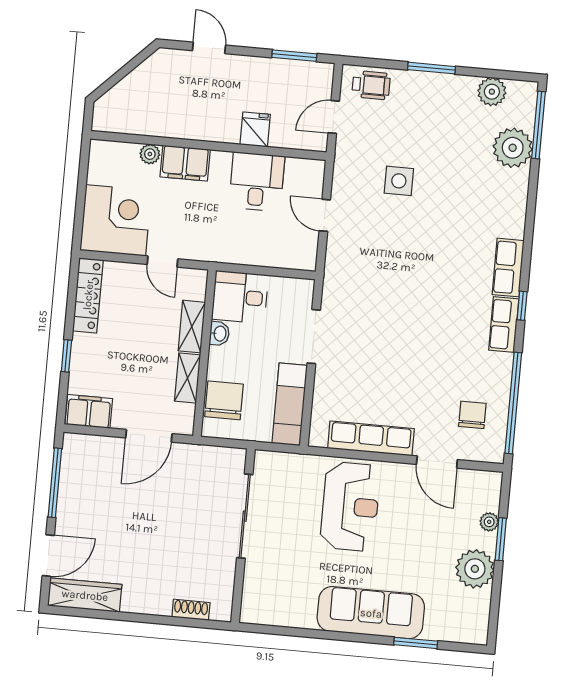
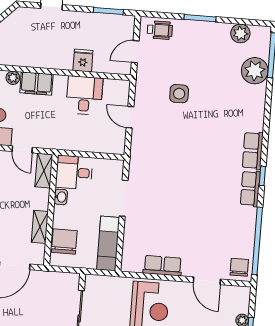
shelving: (192, 327) -> (44, 171), moved
chair: (472, 415) -> (239, 267), moved
row of seats: (371, 438) -> (163, 266), width x0.68

